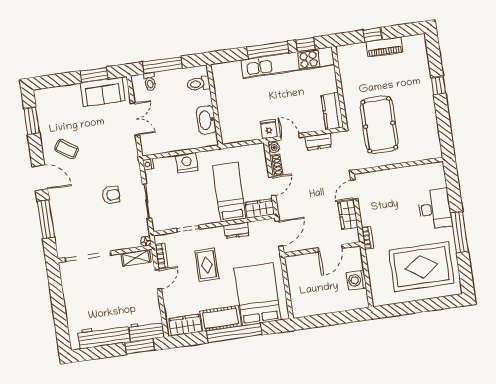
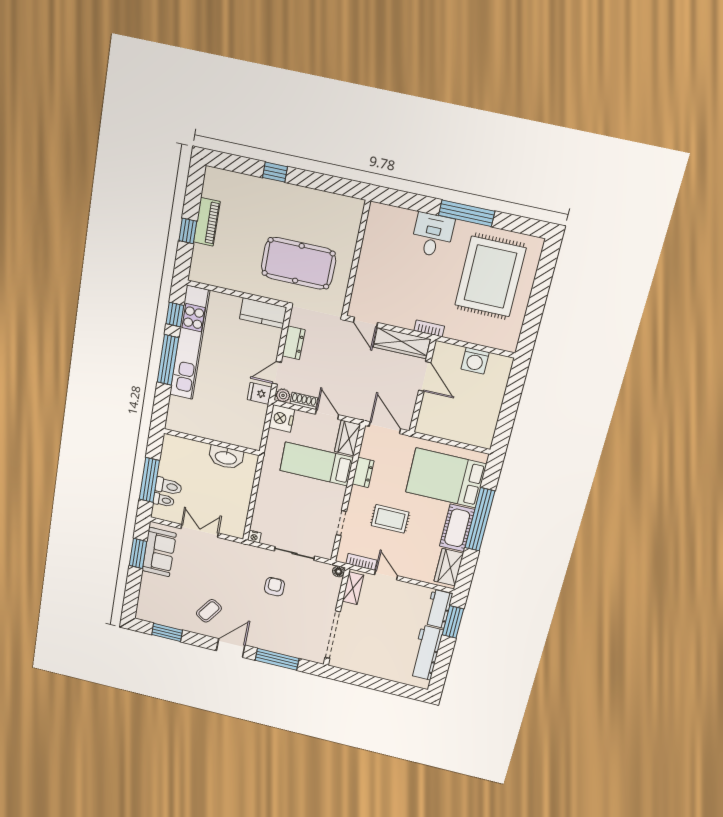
toilet: (198, 84) -> (168, 486), moved, turned -90
nightstand: (187, 163) -> (282, 418), moved
desk: (435, 209) -> (433, 235), width x0.73
wardrobe: (348, 215) -> (402, 343), width x1.50

